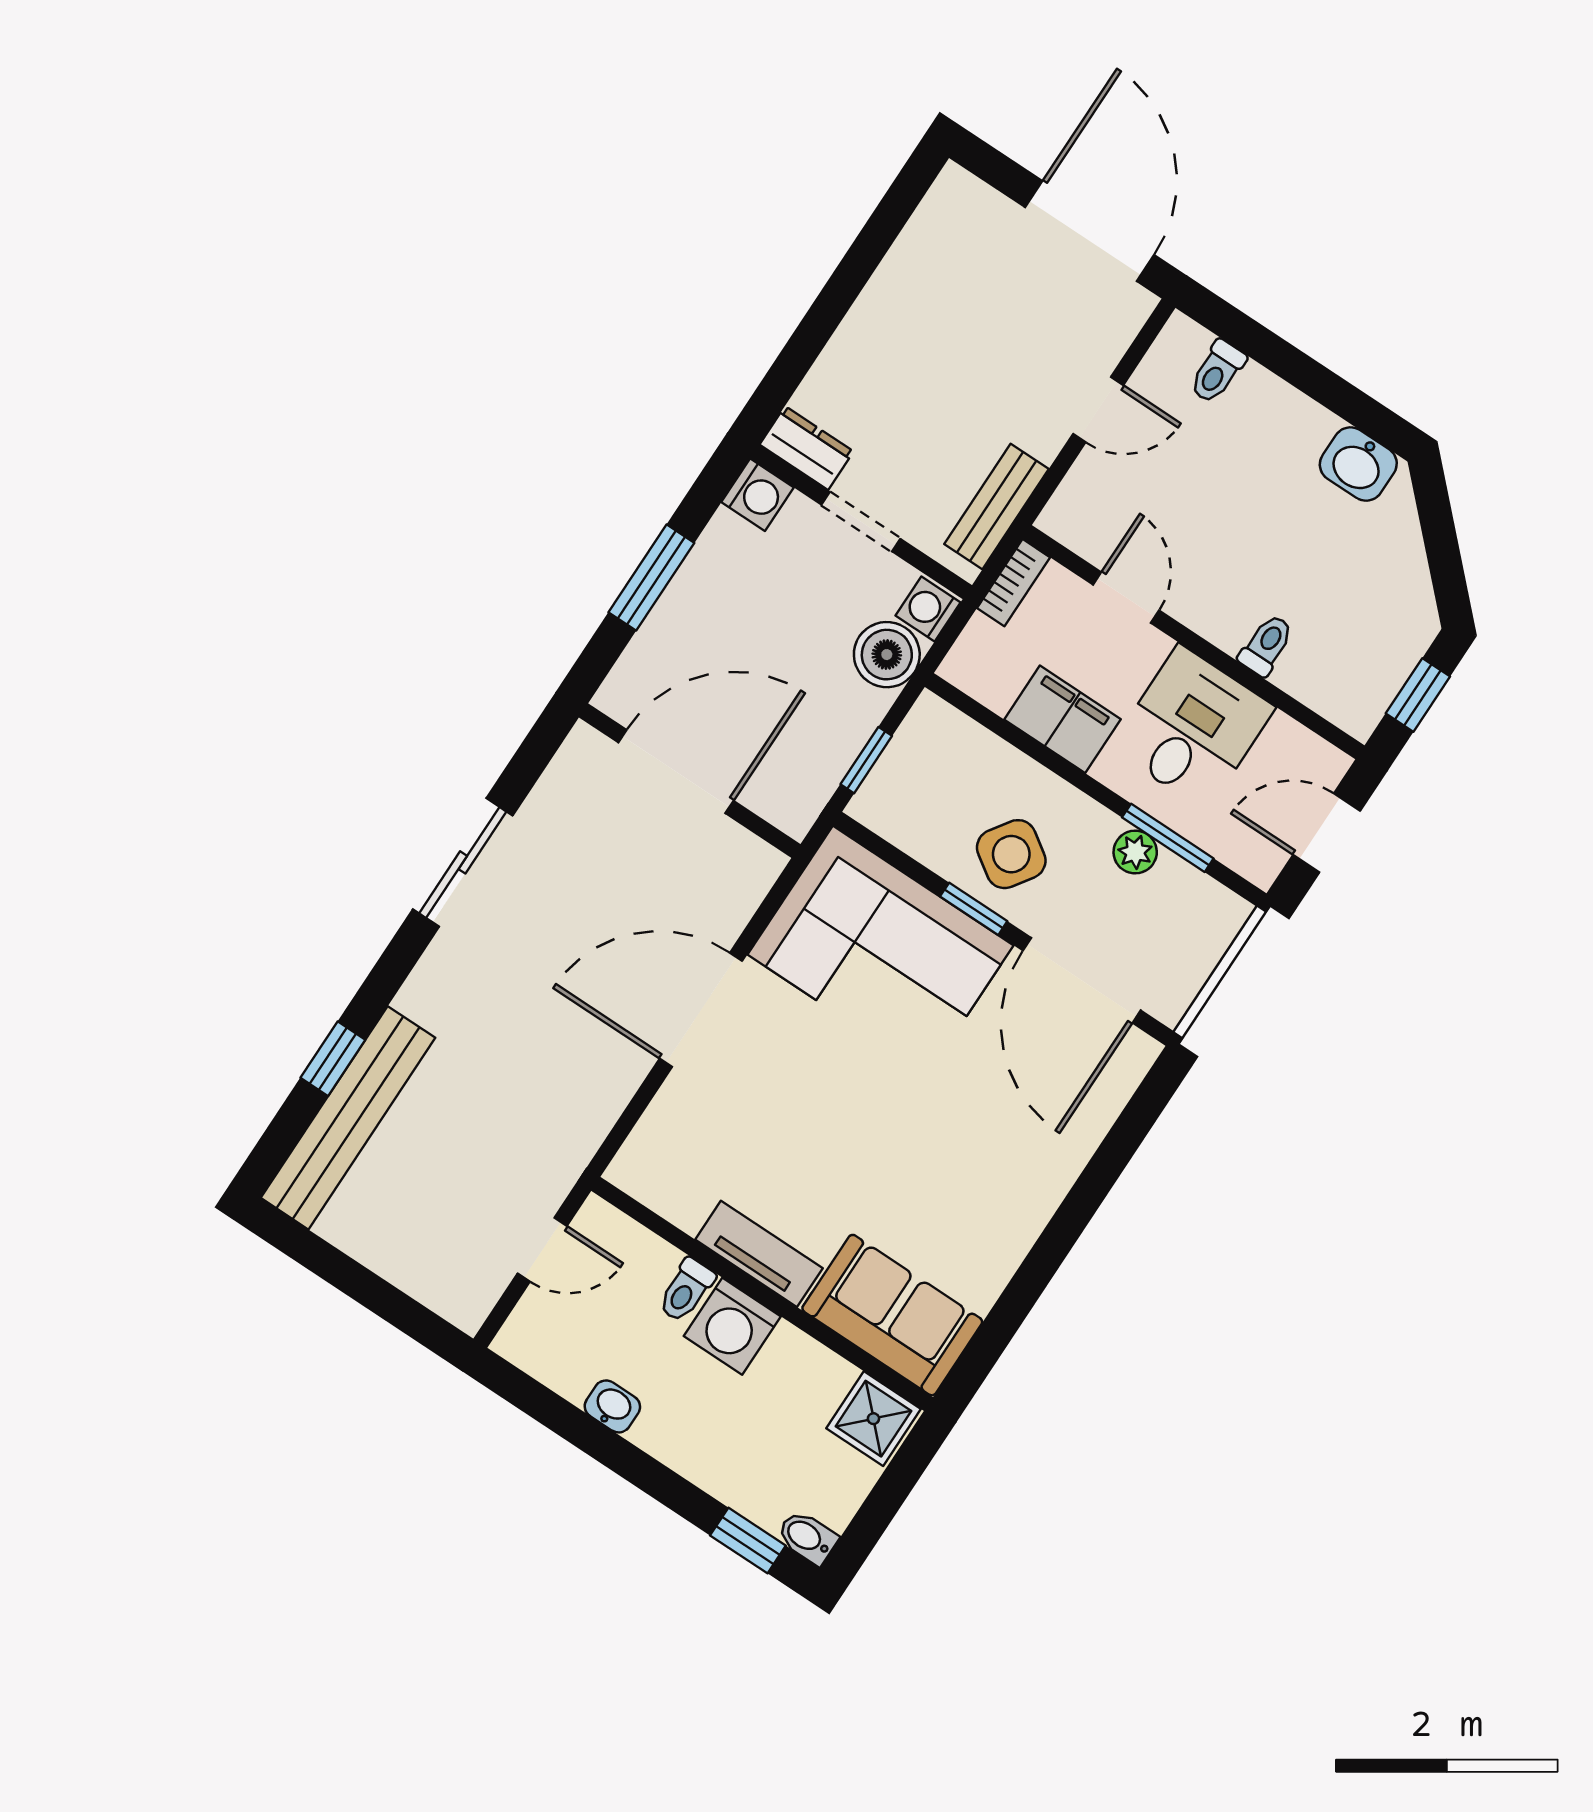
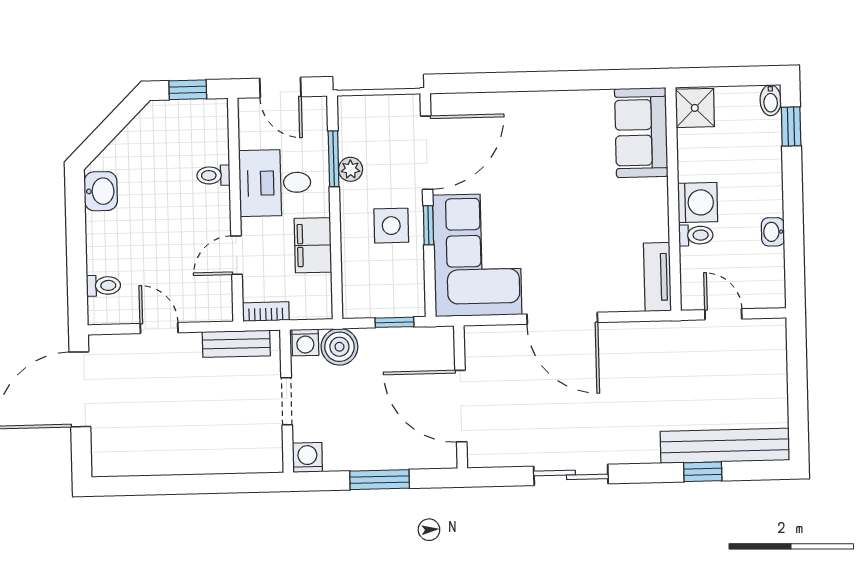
dresser: (807, 448) -> (270, 450), removed
side table: (1011, 854) -> (391, 226), turned -34
tv unit: (759, 1254) -> (657, 277), moved

